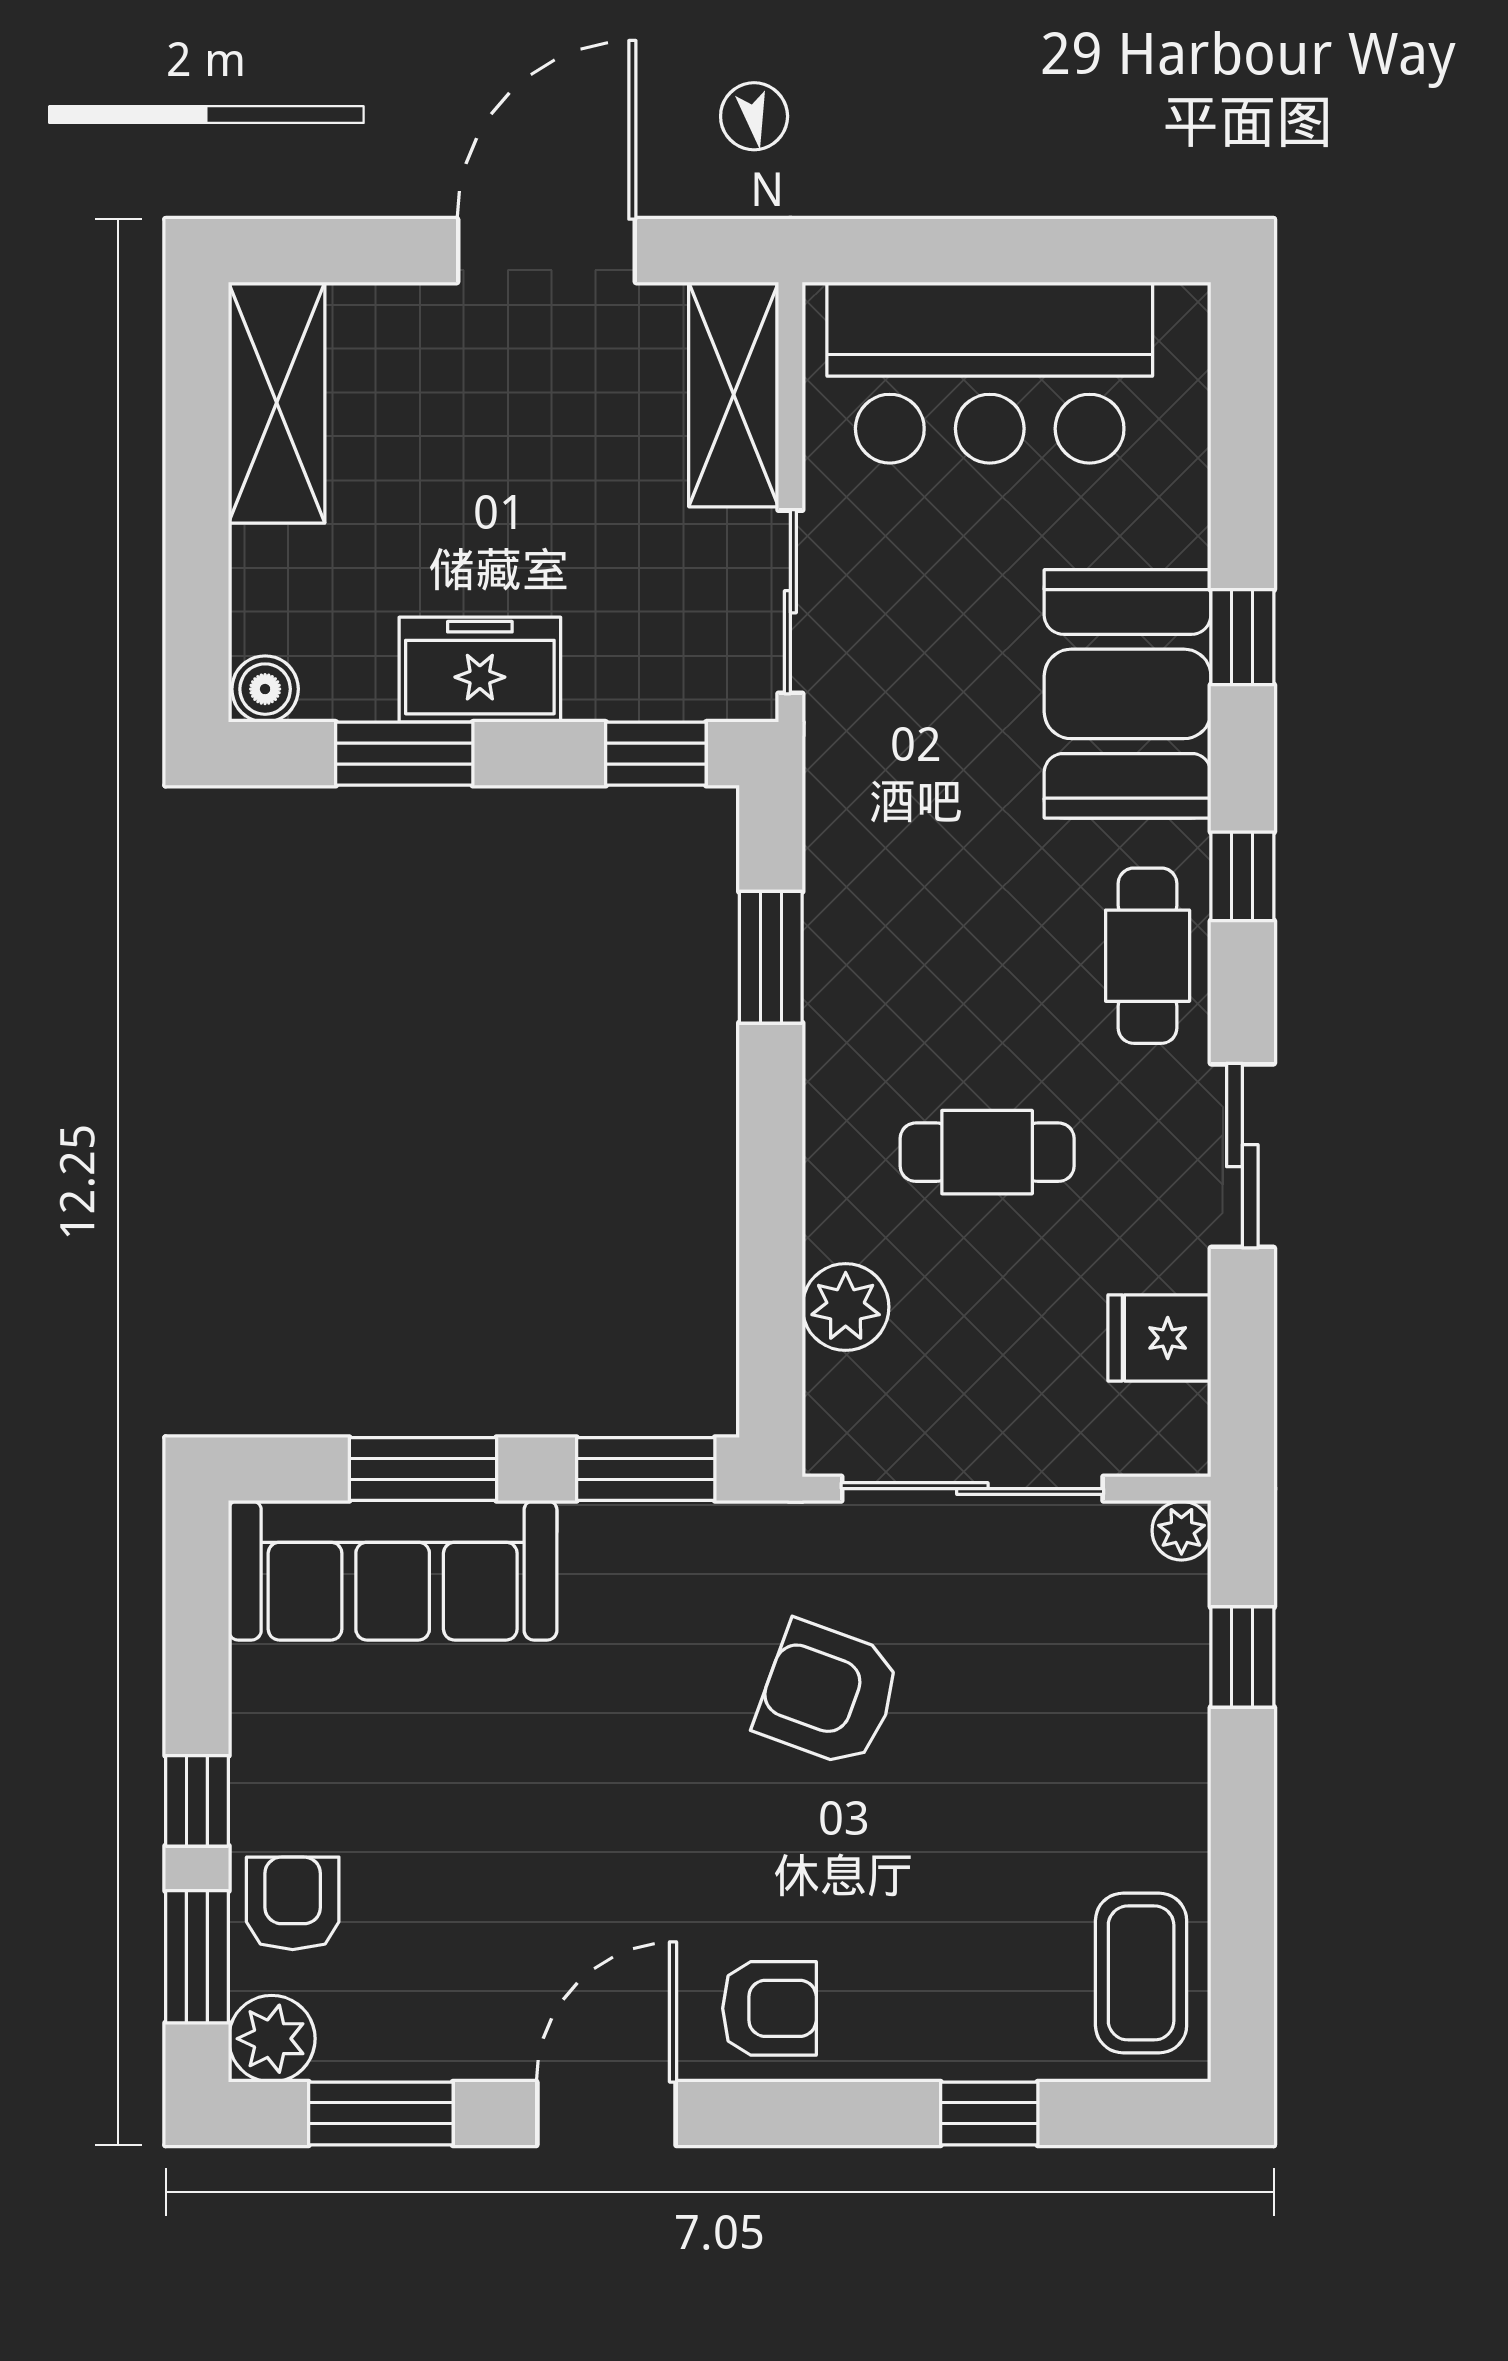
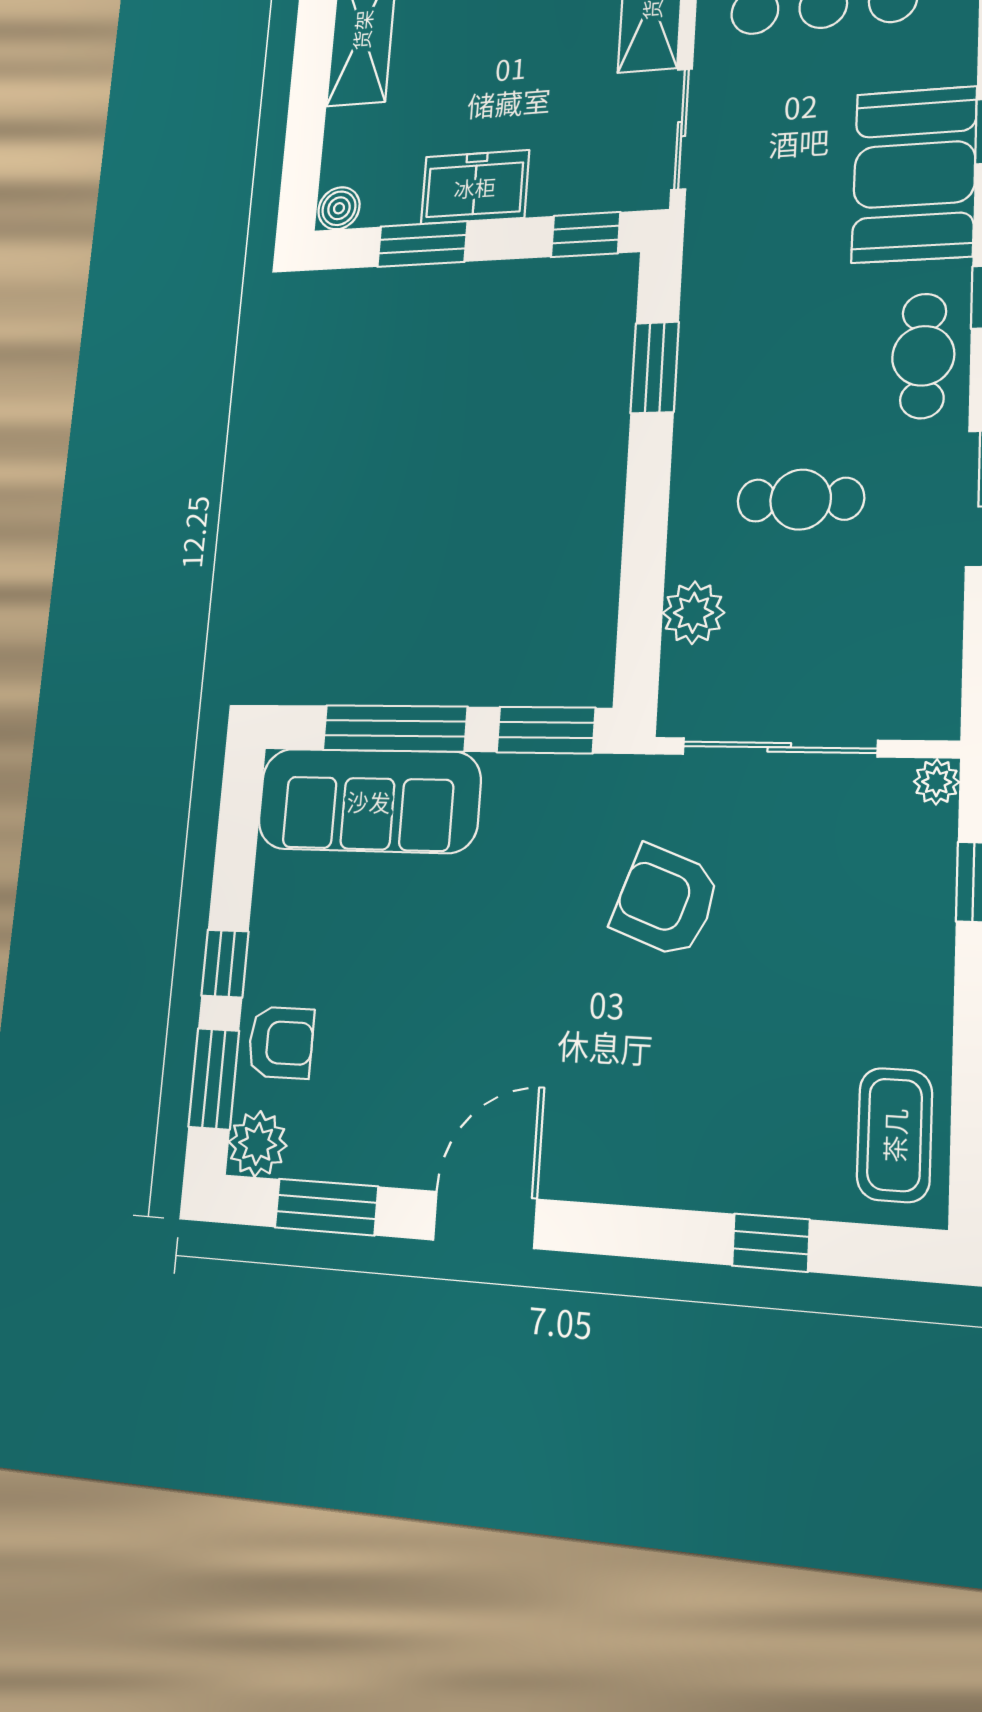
fridge: (1159, 1338) -> (924, 635), removed
window: (423, 1469) -> (395, 728), width x1.44
armchair: (293, 1903) -> (281, 1043), turned 90
armchair: (769, 2008) -> (609, 1145), removed

